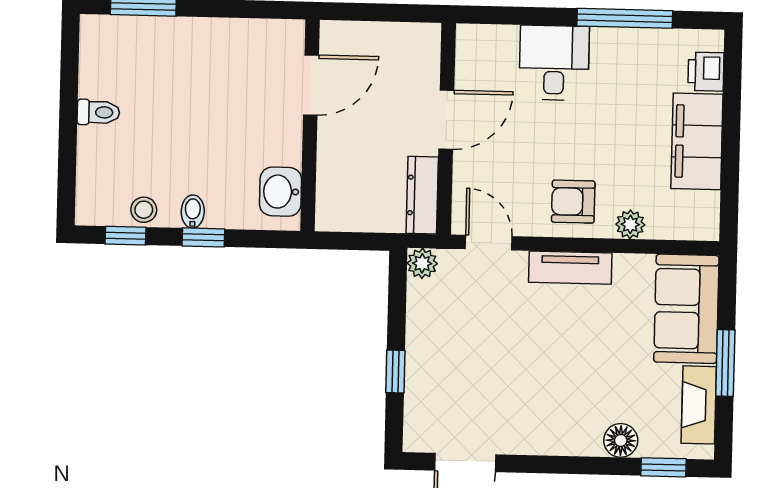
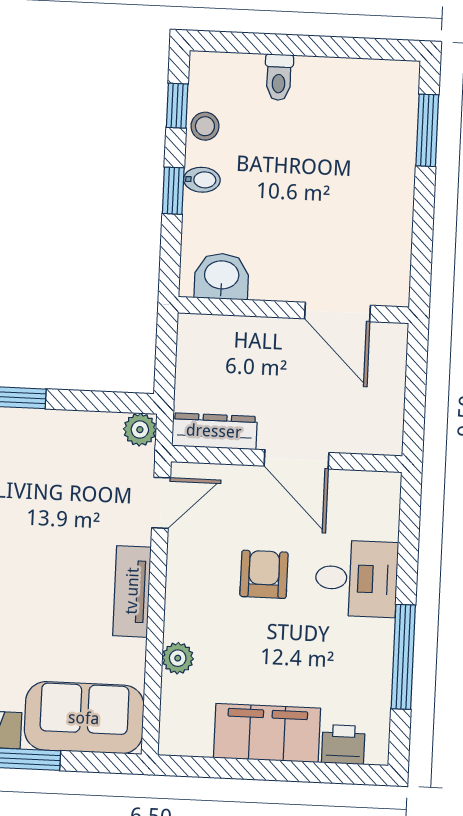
toilet: (98, 112) -> (279, 77), moved
armchair: (573, 202) -> (264, 574), moved

